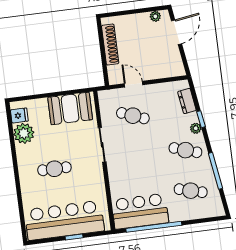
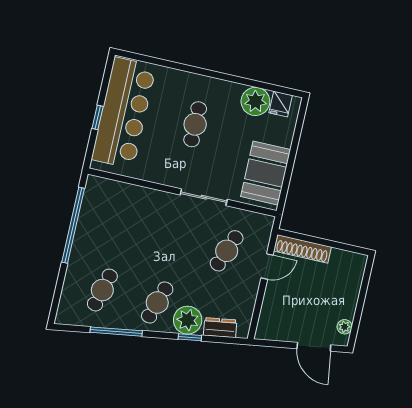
shoe rack: (110, 44) -> (302, 249), moved
plant: (196, 128) -> (188, 320), width x1.88, depth x1.88
bar counter: (140, 211) -> (100, 215), removed

